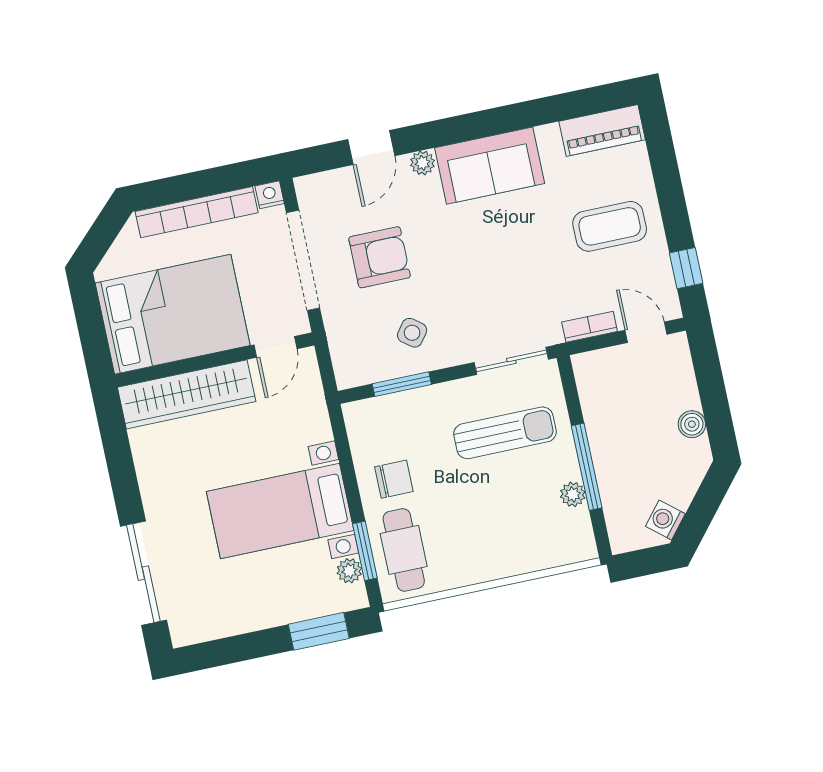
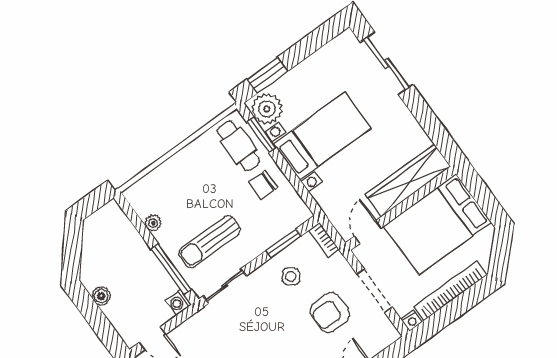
doorway: (303, 260) -> (374, 291), width x0.73
bookcase: (590, 327) -> (324, 240), moved, turned 90
window: (587, 467) -> (171, 269), moved
washing machine: (665, 520) -> (178, 302), moved, turned 140
plant: (349, 571) -> (267, 109), width x1.87, depth x1.87

